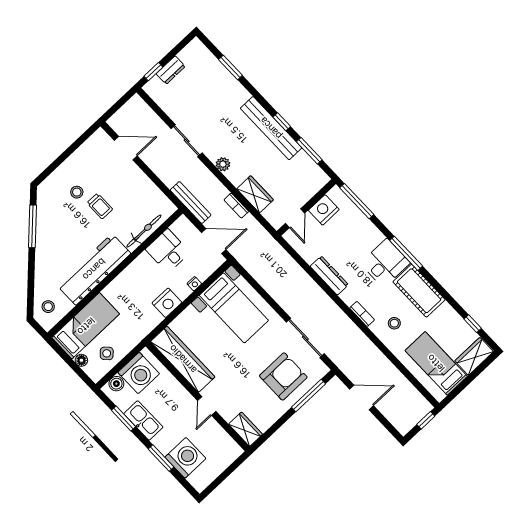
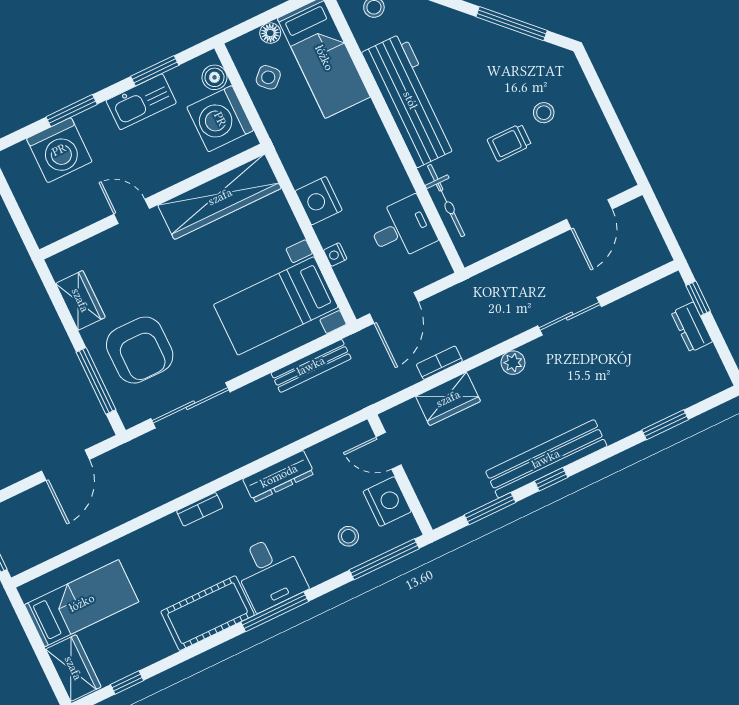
bench: (191, 202) -> (311, 366), moved
stool: (394, 323) -> (348, 536), moved
wardrobe: (246, 429) -> (80, 300), moved, turned -90

